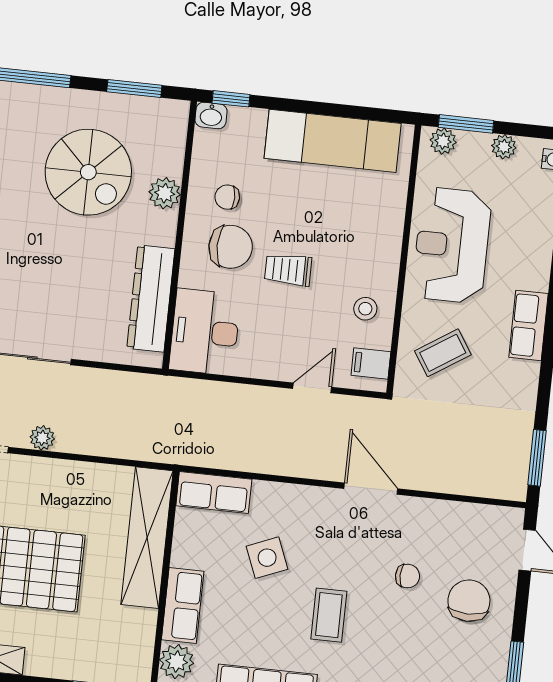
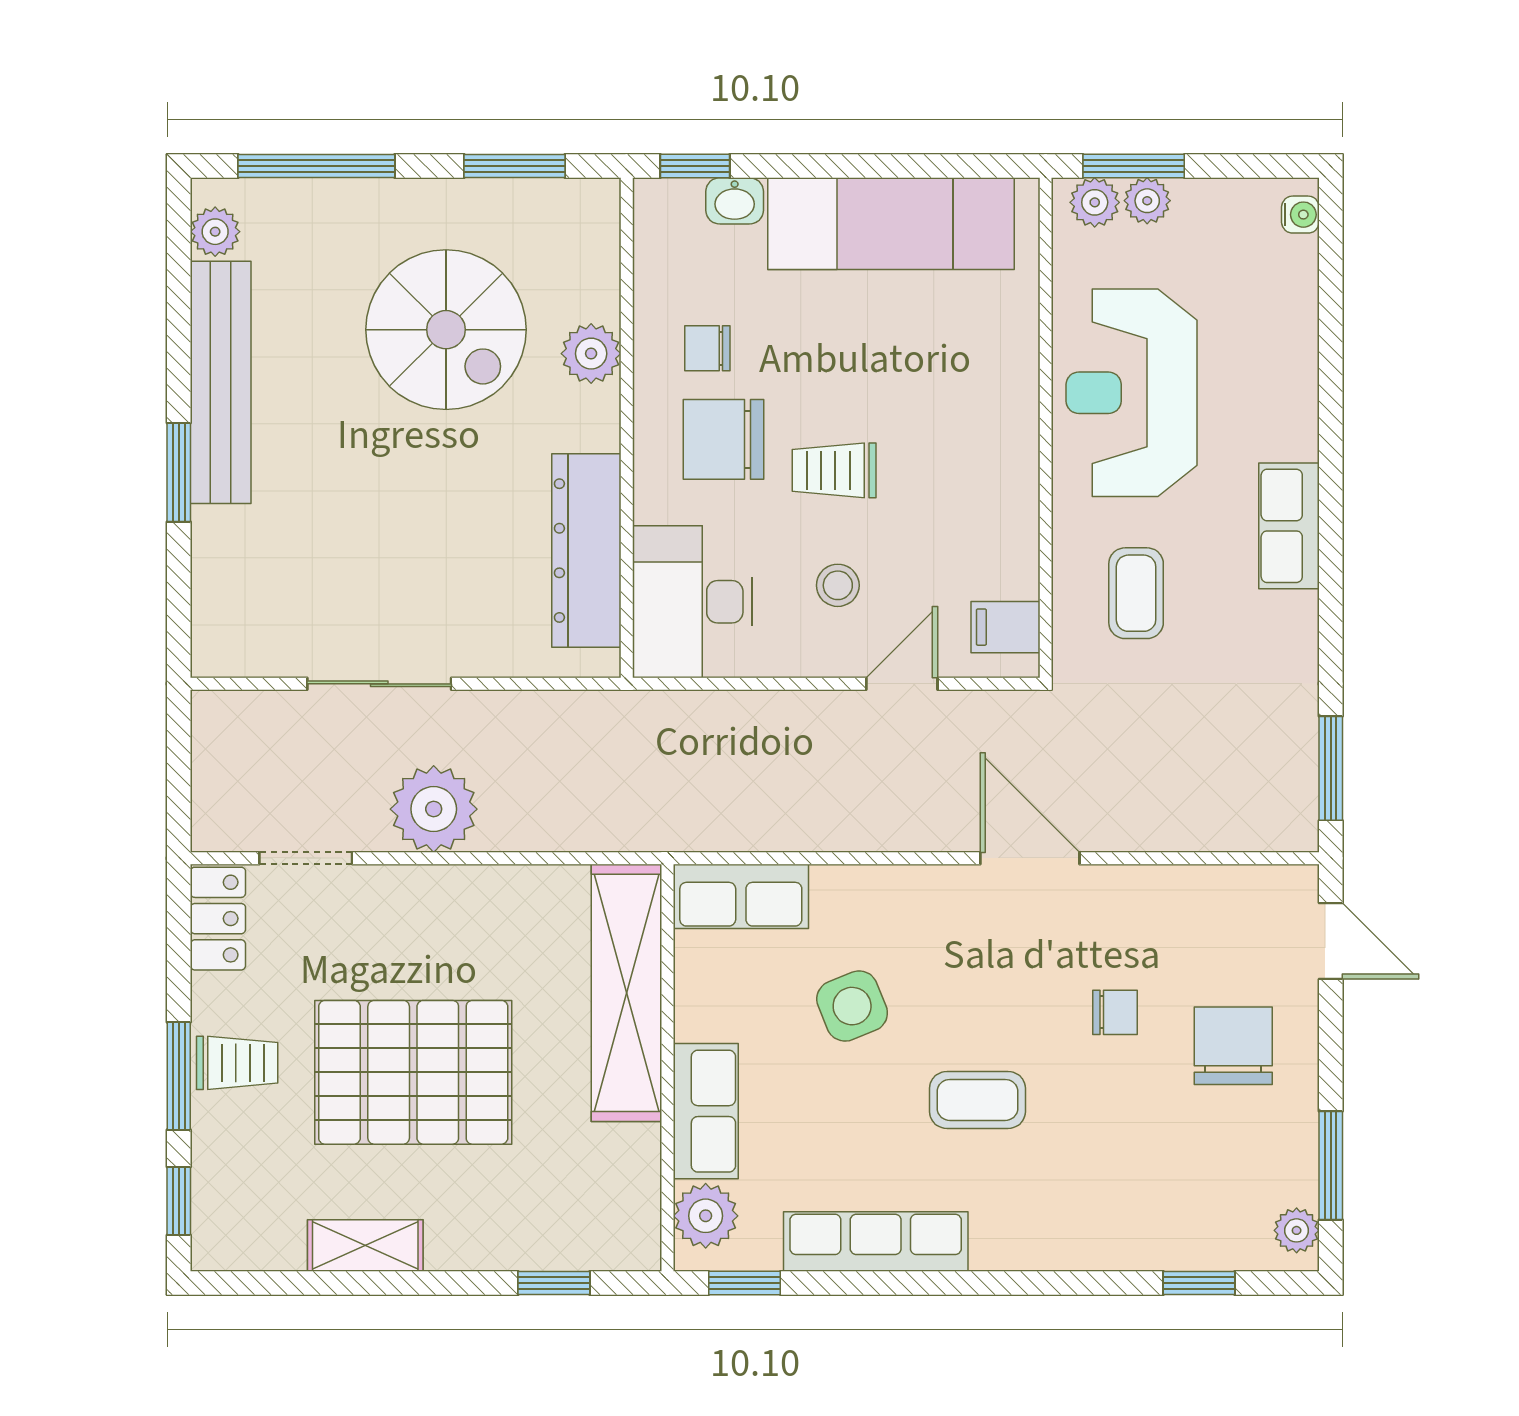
washbasin: (211, 116) -> (735, 201), moved
plant: (504, 147) -> (1147, 201), moved
chair: (231, 247) -> (723, 439), turned 180
stool: (365, 309) -> (838, 585), moved
coffee table: (443, 353) -> (1136, 593), turned -57
plant: (42, 438) -> (434, 809), width x1.87, depth x1.87
coffee table: (329, 615) -> (977, 1100), turned 90

